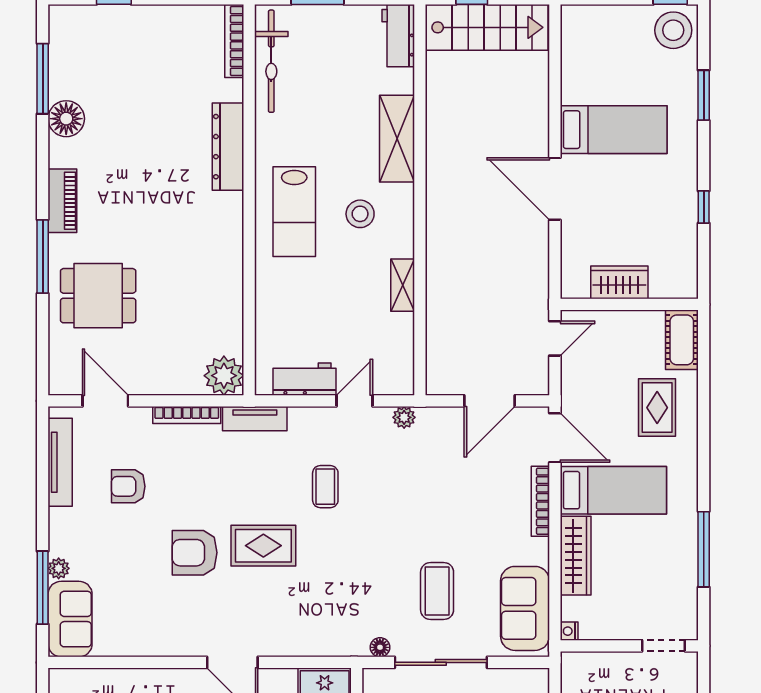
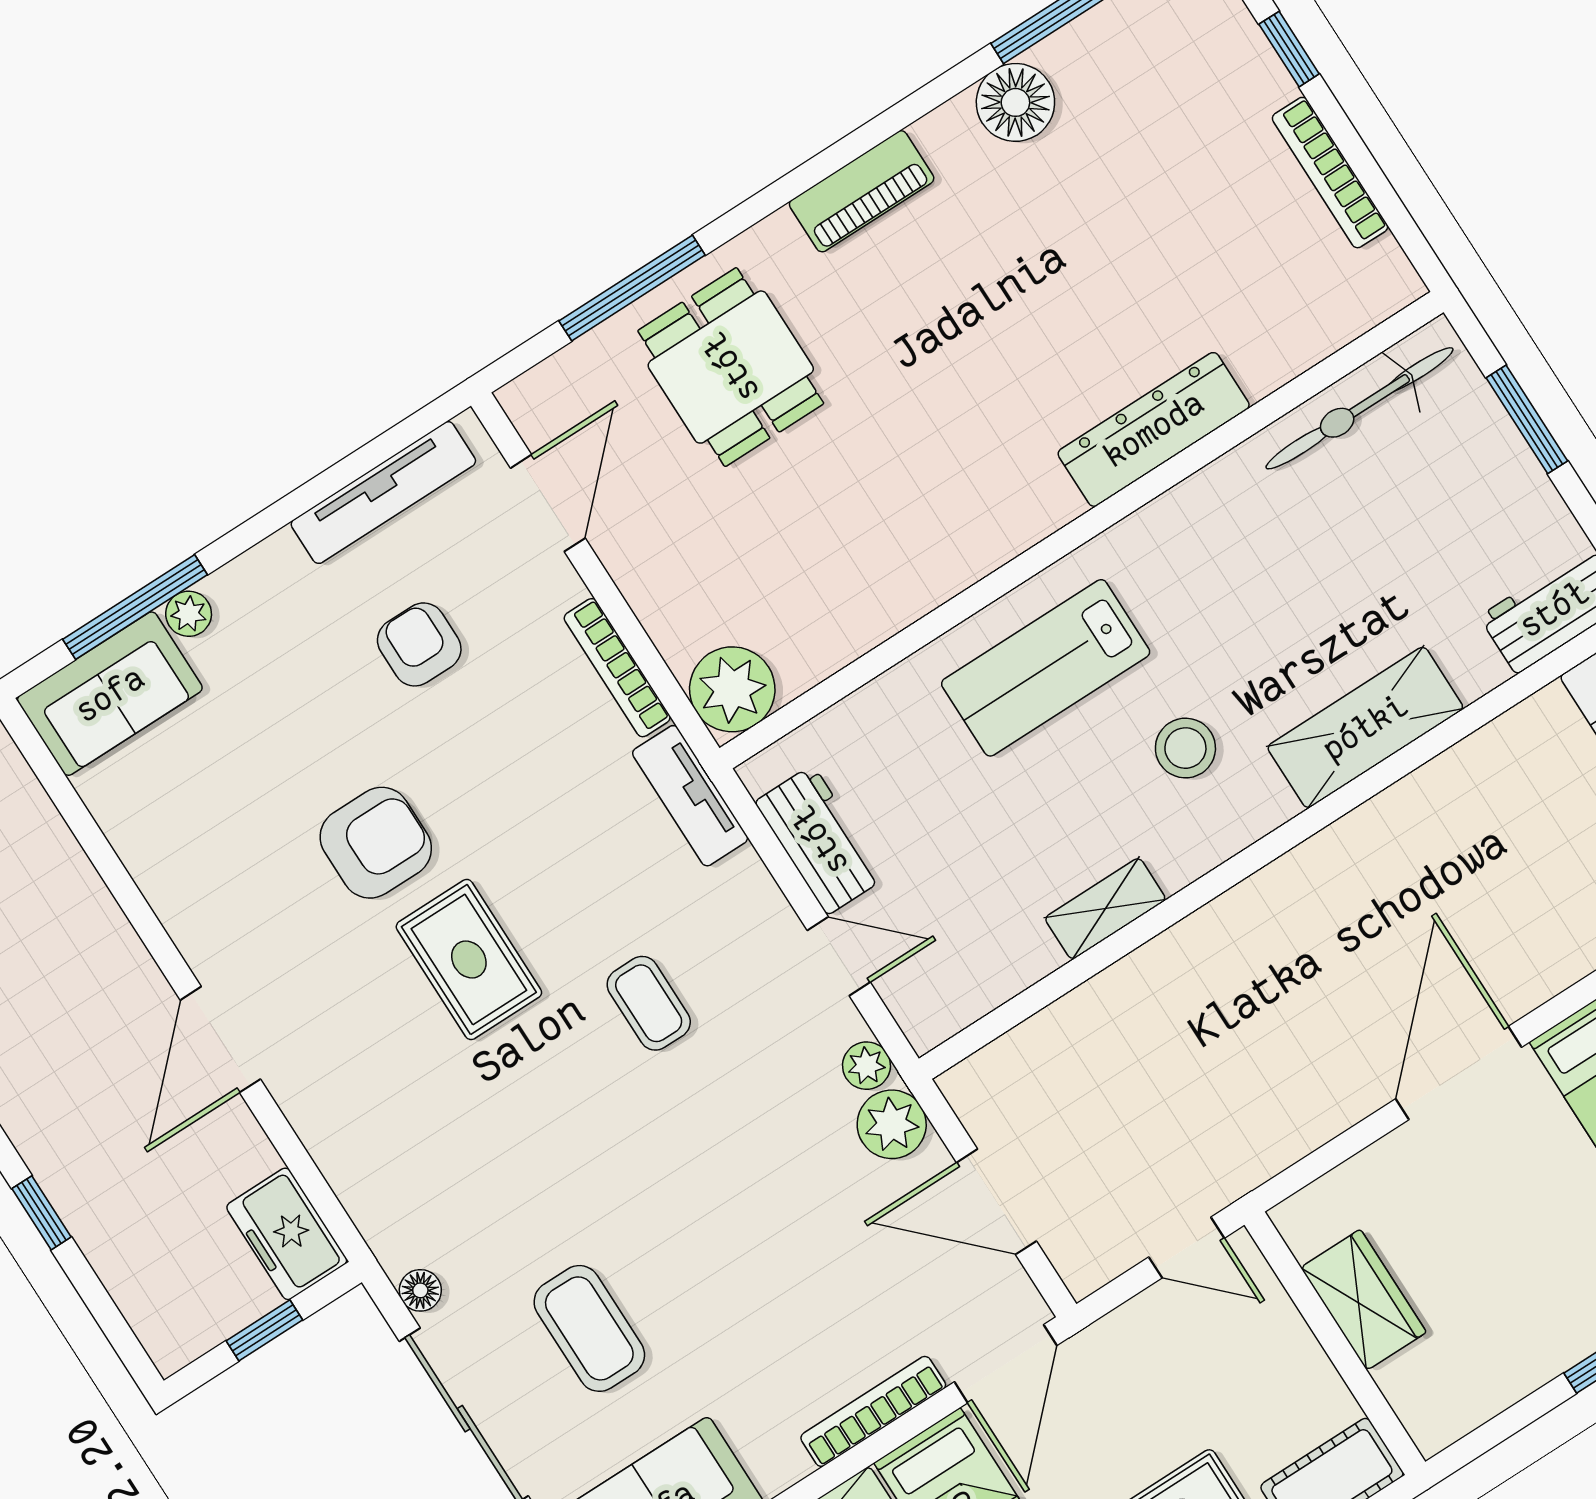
bookcase: (234, 41) -> (1330, 173), moved, turned -90
lab bench: (294, 212) -> (1046, 668), moved
window: (43, 257) -> (632, 288), moved
plant: (433, 422) -> (892, 1124), added
coffee table: (325, 487) -> (649, 1003), turned 90
armchair: (195, 553) -> (376, 843), turned 90
coffee table: (437, 591) -> (589, 1328), turned 90

